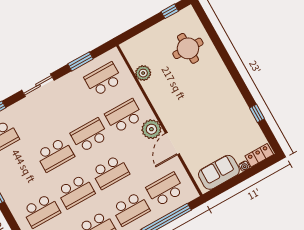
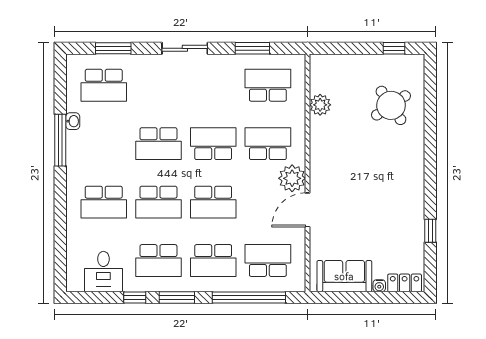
round table: (188, 48) -> (391, 105), turned -34

